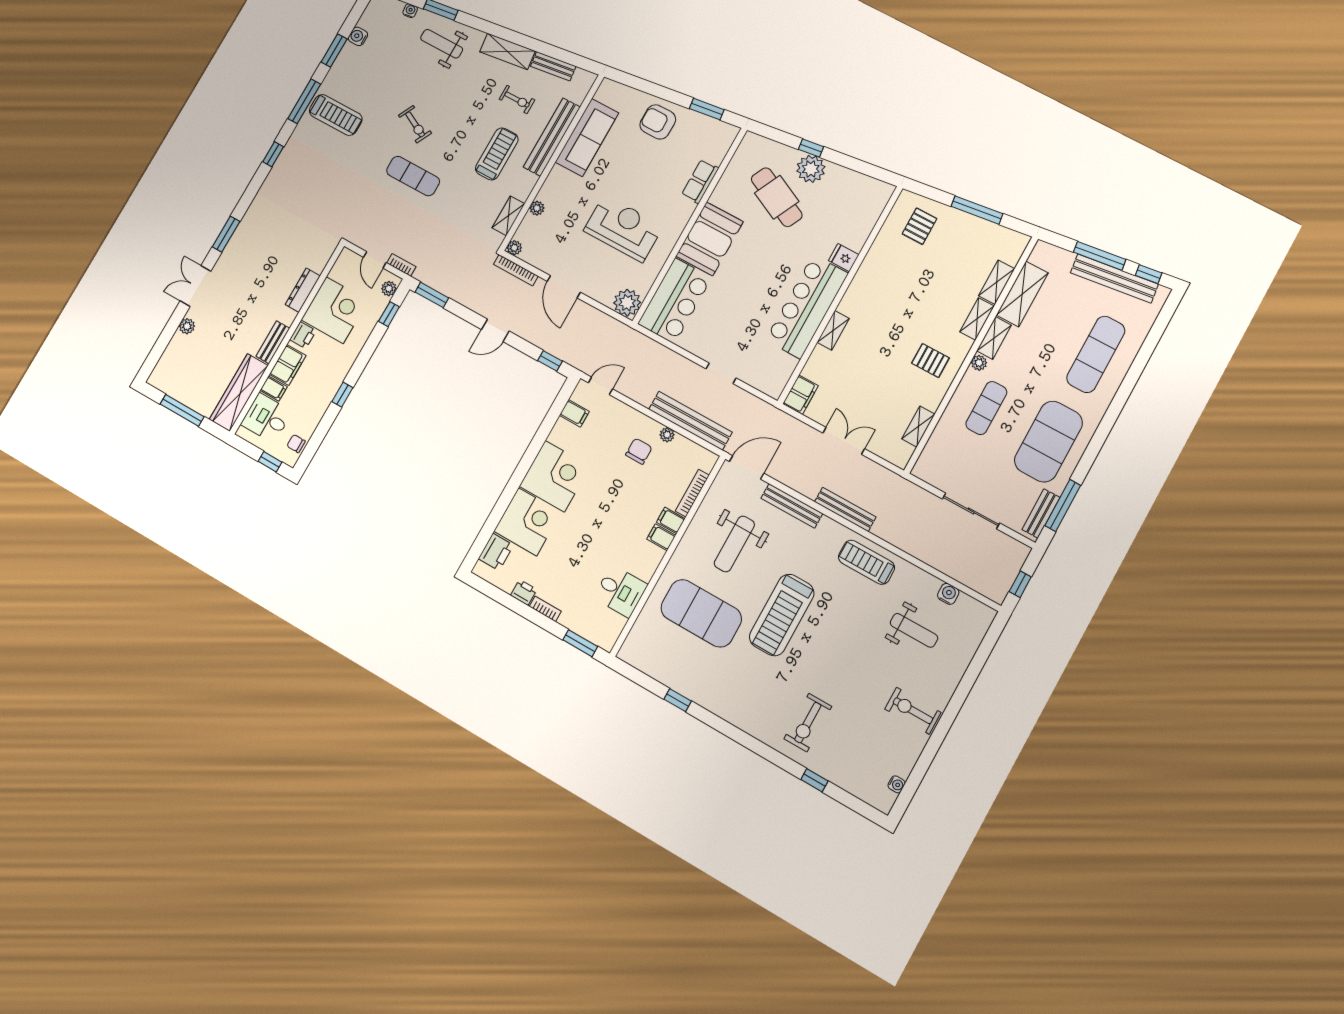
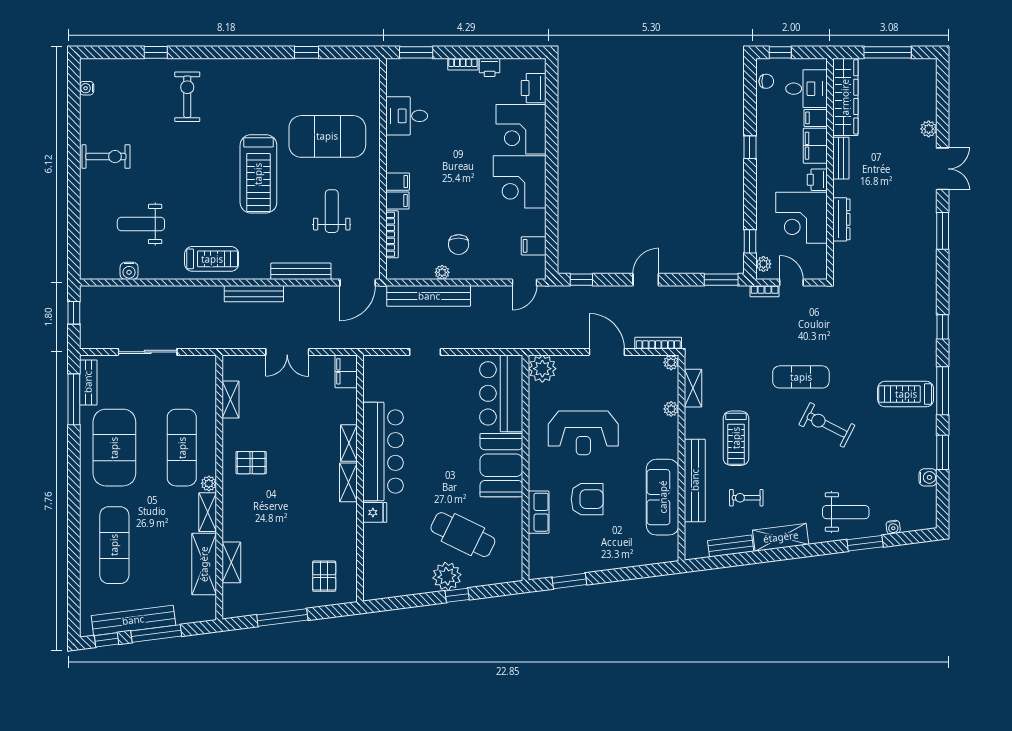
armchair: (658, 122) -> (587, 499), moved
exercise bike: (415, 124) -> (827, 425), width x1.38, depth x1.39
shelving: (977, 319) -> (348, 482), moved
exercise mat: (986, 408) -> (182, 448), width x1.36, depth x1.45
weight bench: (734, 544) -> (332, 211), width x0.73, depth x0.75
treadmill: (782, 615) -> (258, 174), turned 180

